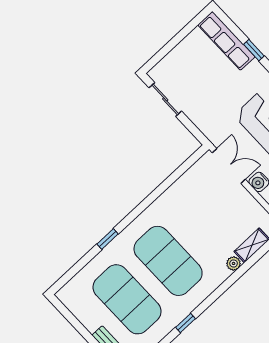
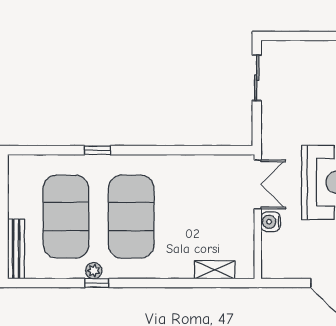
plant: (234, 263) -> (94, 271), moved

